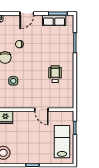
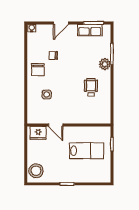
plant: (68, 52) -> (105, 64), added
door: (41, 110) -> (56, 125), moved
lab bench: (62, 142) -> (87, 151), moved, turned 90

